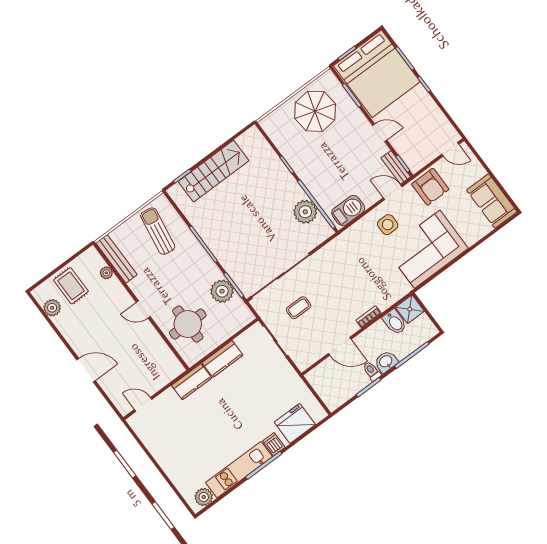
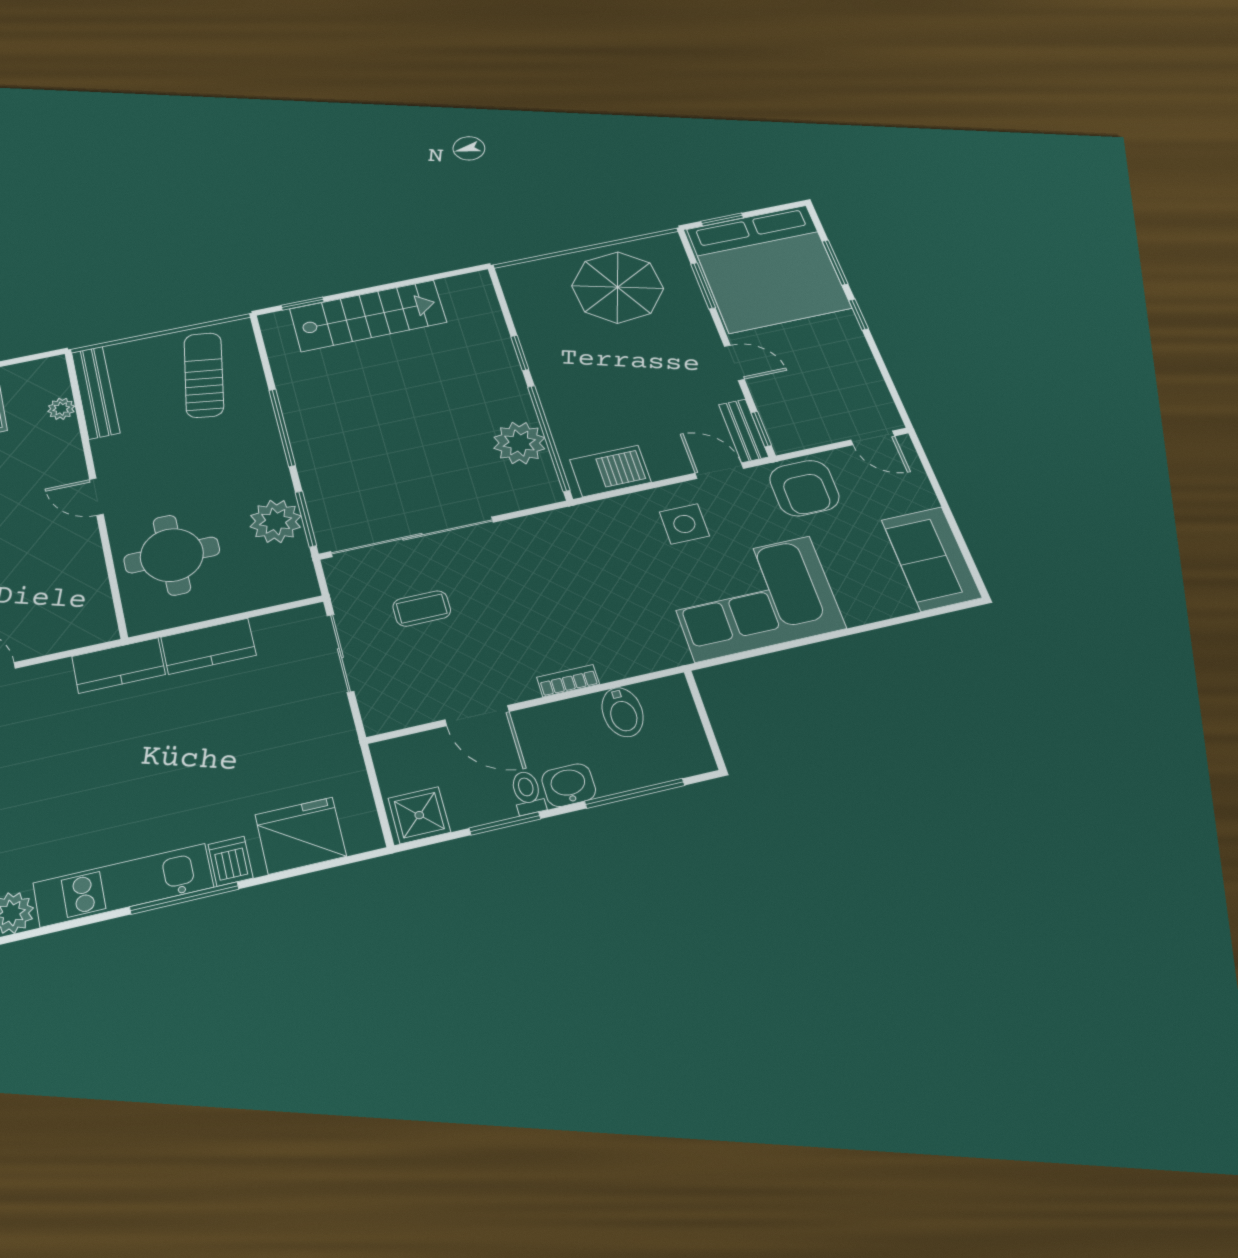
shower: (410, 309) -> (419, 815), moved

